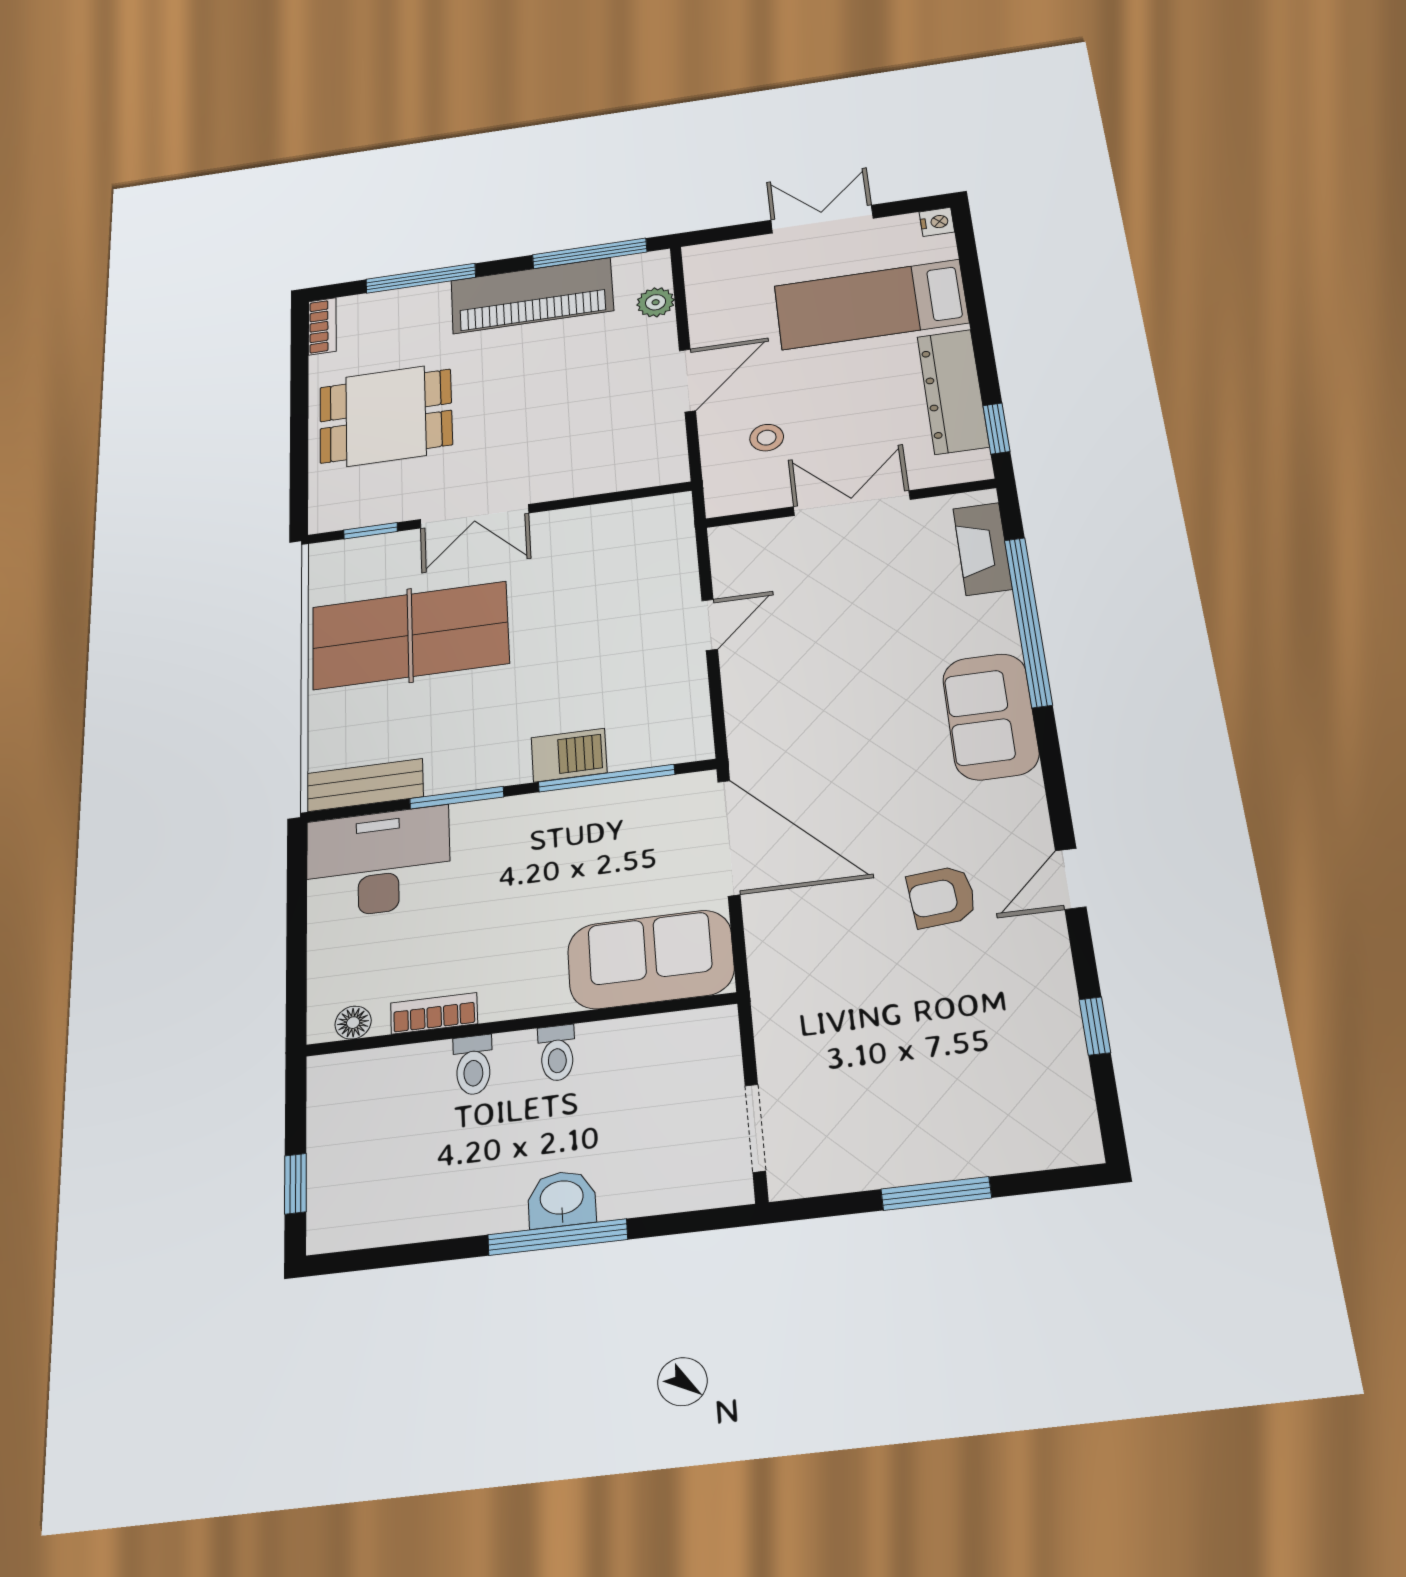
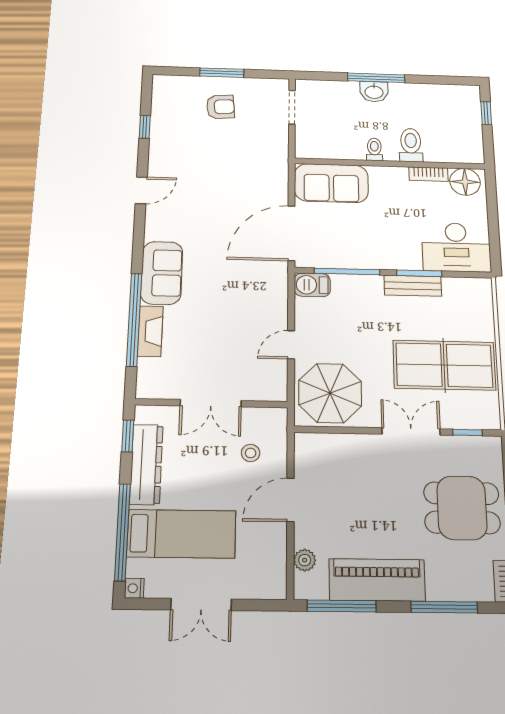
window: (974, 291) -> (122, 532), added
fireplace: (983, 549) -> (150, 331), moved
parasol: (628, 554) -> (330, 393), added
barbecue: (569, 755) -> (312, 285), moved
bench: (365, 785) -> (413, 286), moved
door: (729, 838) -> (292, 233), hinge flipped
armchair: (942, 897) -> (220, 107), moved
floor lamp: (353, 1023) -> (465, 182), width x1.89, depth x1.89
toilet: (473, 1065) -> (411, 145), width x1.37, depth x1.39

